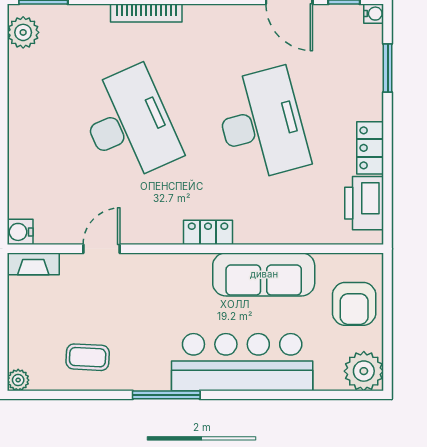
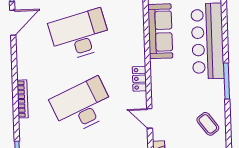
locker: (208, 232) -> (139, 79), moved
coffee table: (88, 357) -> (208, 124), turned -40

